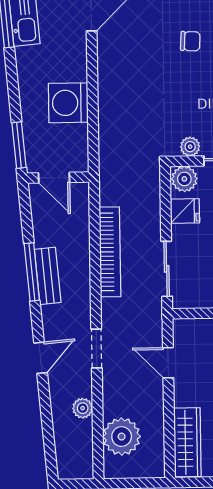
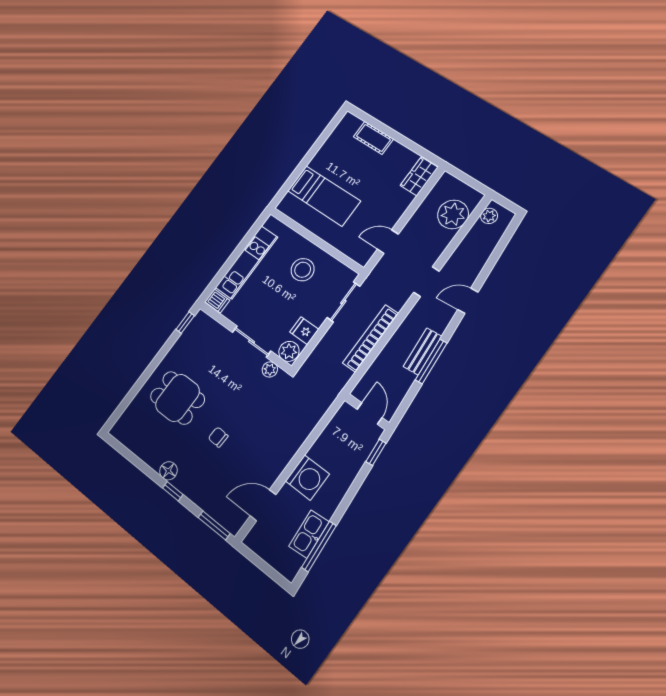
washing machine: (68, 103) -> (307, 478), moved
window: (19, 145) -> (376, 452), width x0.67
door: (168, 363) -> (388, 242), swing flipped
plant: (83, 408) -> (489, 216), moved
wardrobe: (187, 442) -> (419, 176), width x0.67

